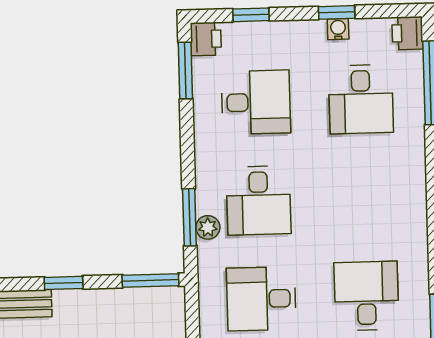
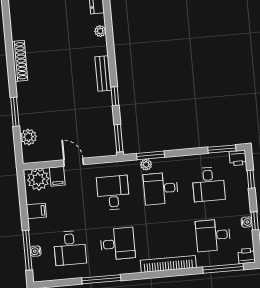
bookcase: (414, 194) -> (168, 264), added

